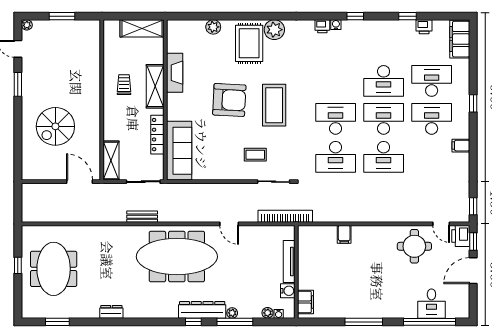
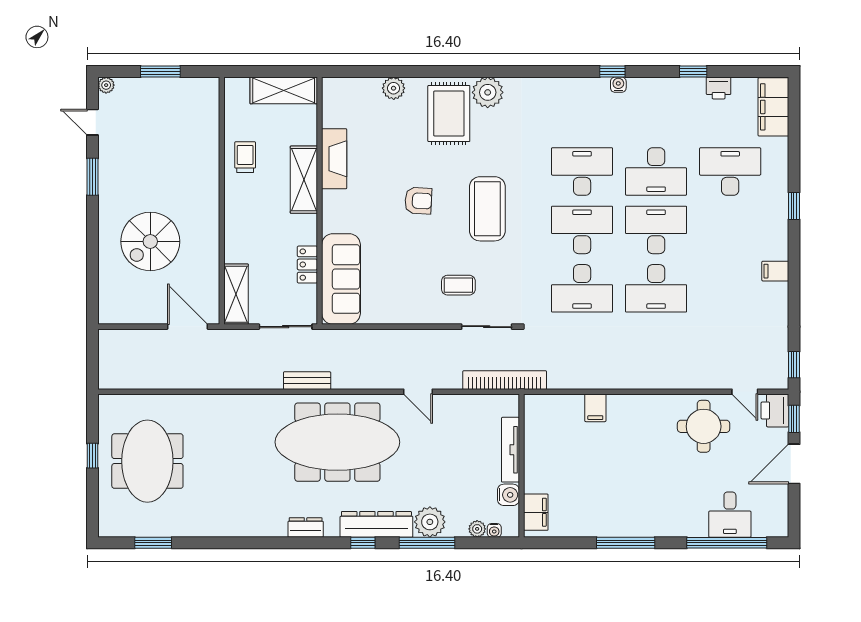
water cooler: (336, 25) -> (618, 85), moved
printer: (322, 26) -> (562, 87), removed
trolley: (124, 85) -> (245, 157), moved
armchair: (229, 100) -> (418, 201), width x0.53, depth x0.53
desk: (432, 119) -> (582, 171), moved
locker: (157, 135) -> (307, 265), width x0.66
bench: (142, 217) -> (307, 381), moved
dresser: (111, 312) -> (306, 527), moved
plant: (232, 313) -> (430, 522), width x1.87, depth x1.87

